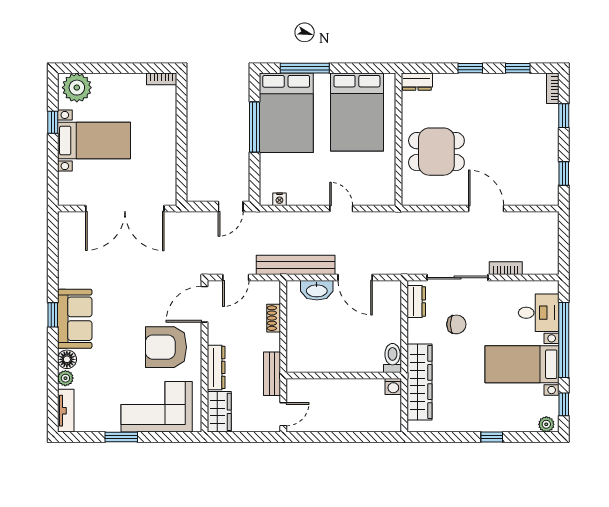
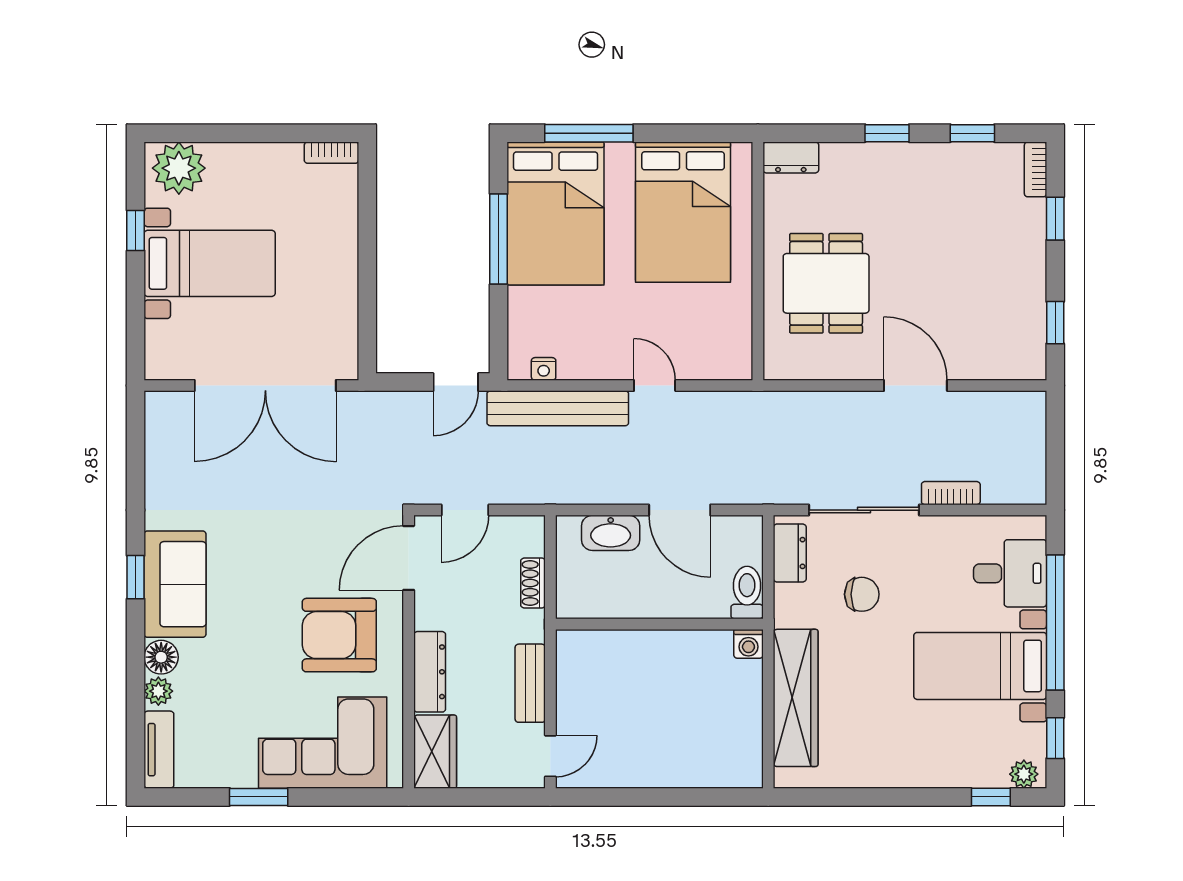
dining table: (436, 152) -> (826, 283), turned 90
bench: (296, 265) -> (558, 408), moved
toilet: (393, 358) -> (747, 593), moved
wall: (344, 376) -> (659, 624), moved
washing machine: (393, 386) -> (748, 644), moved
window: (492, 437) -> (991, 797), moved

